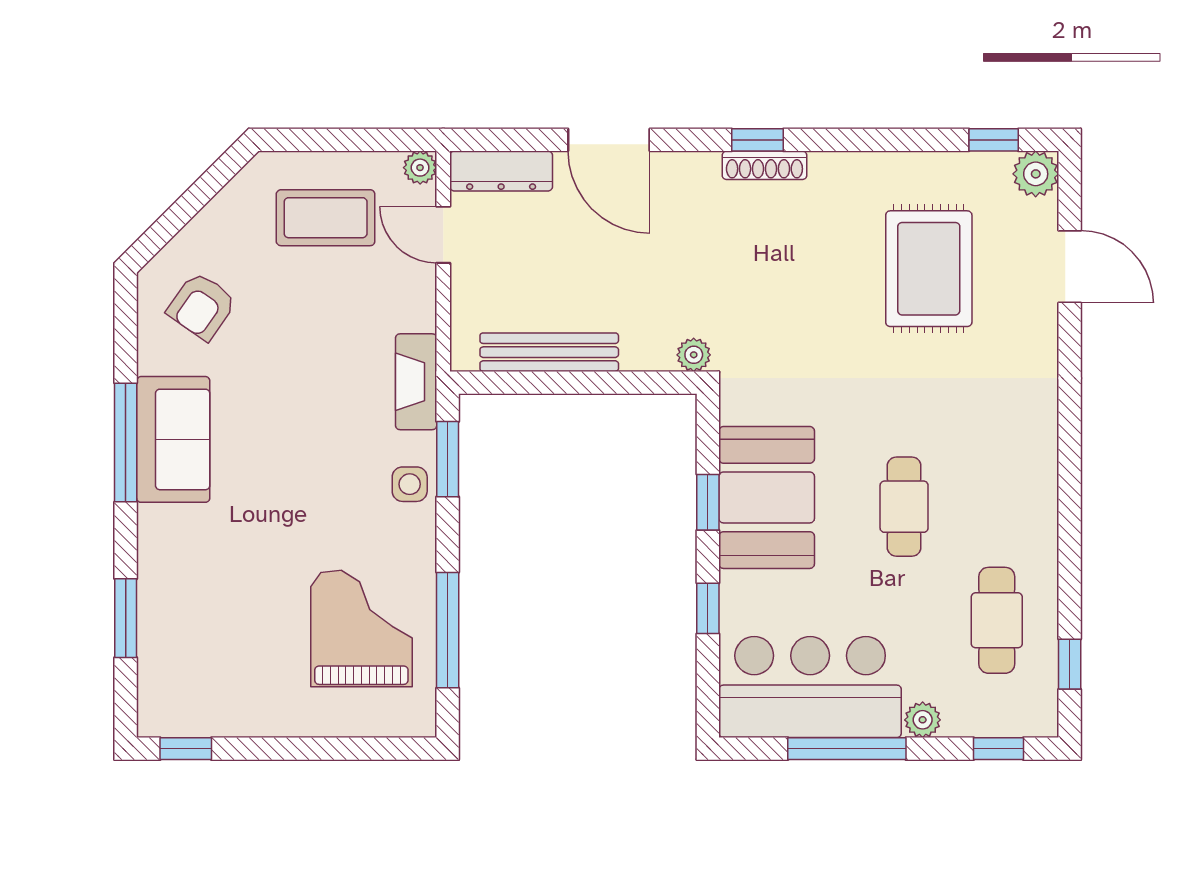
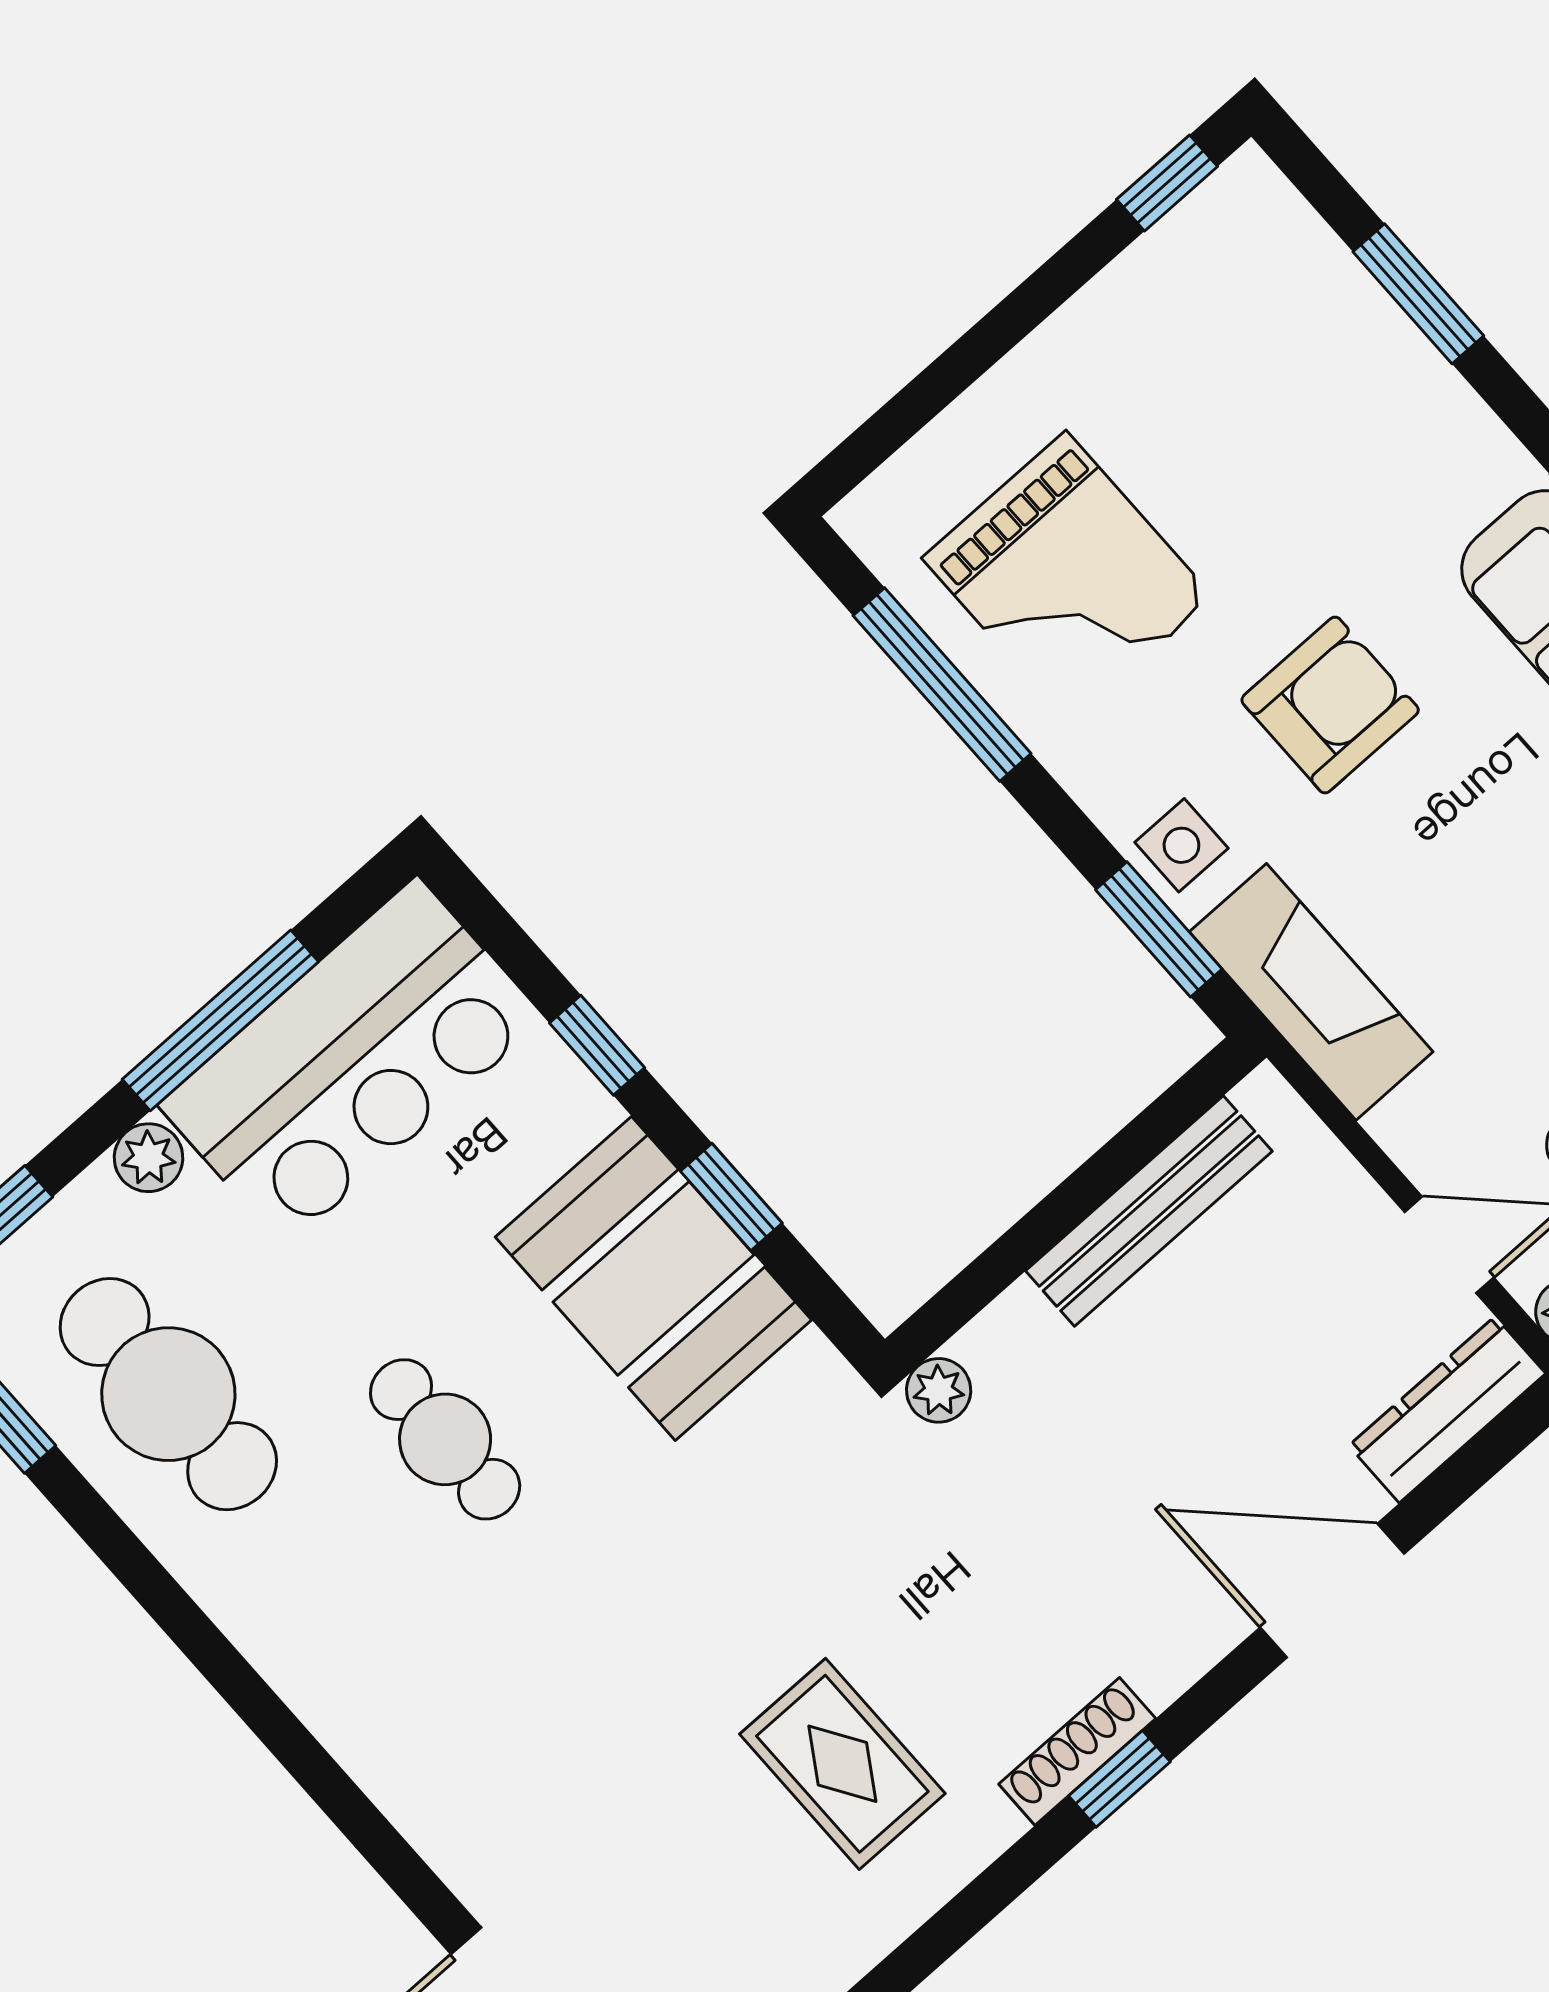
rug: (929, 269) -> (842, 1764), moved, width x0.73, depth x0.70
fireplace: (416, 382) -> (1311, 992), width x1.37, depth x1.32
armchair: (303, 488) -> (1330, 705), added
cafe table: (997, 620) -> (168, 1394), width x1.37, depth x1.35

